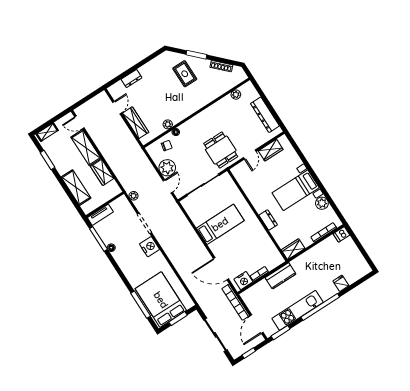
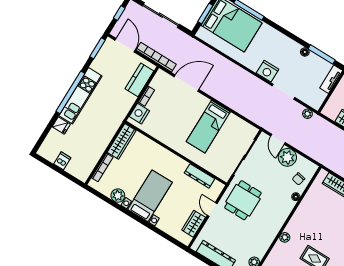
plant: (168, 124) -> (285, 237), moved
dining table: (221, 150) -> (243, 200), turned 90
dresser: (268, 220) -> (200, 176), moved, width x1.44
dishwasher: (341, 234) -> (62, 161), moved
wardrobe: (293, 249) -> (122, 141), width x1.50
kitchen counter: (281, 276) -> (139, 80), moved
nightstand: (243, 281) -> (139, 114), moved
kitchen unit: (298, 310) -> (80, 96), moved

